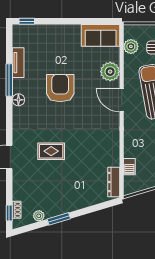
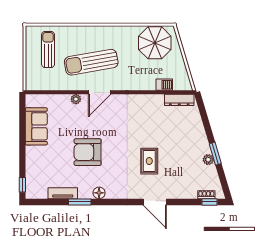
sofa: (101, 35) -> (36, 126), moved
plant: (131, 46) -> (47, 83), removed
plant: (110, 72) -> (76, 99), width x0.53, depth x0.53
window: (9, 80) -> (80, 202), width x0.69
plant: (39, 216) -> (208, 160), moved

